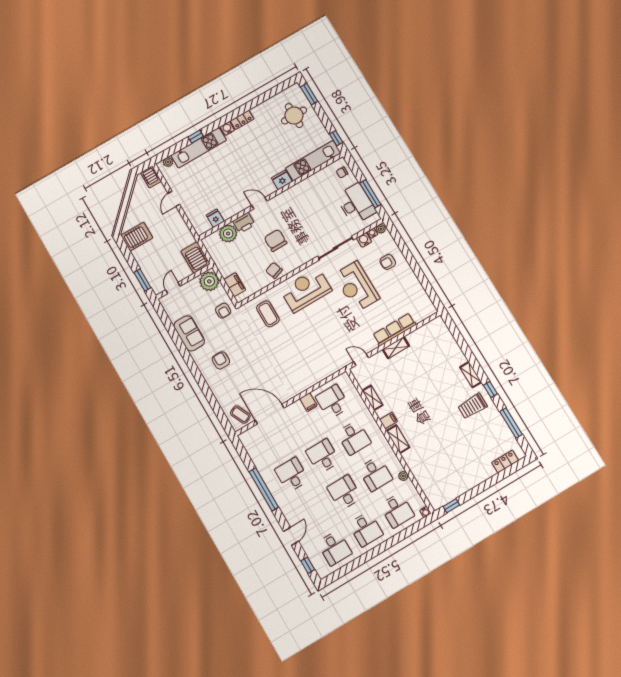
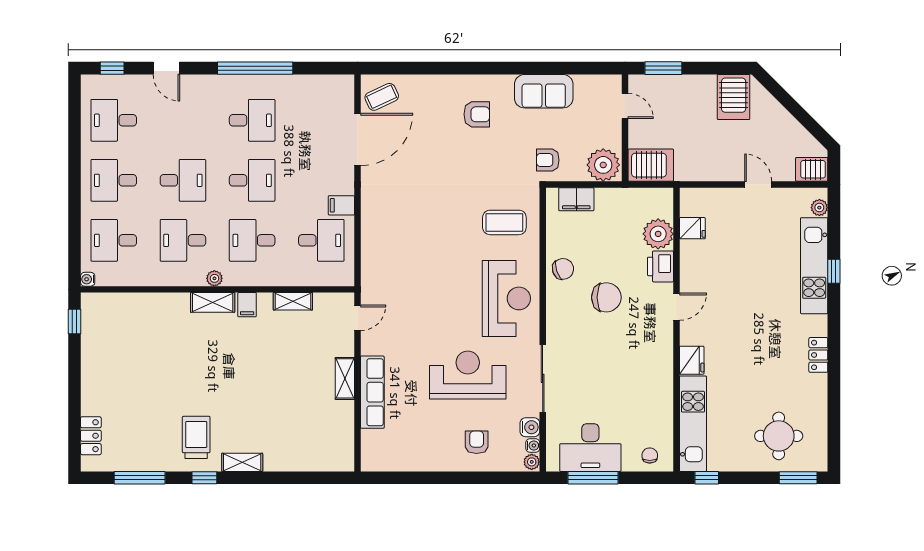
water cooler: (227, 128) -> (818, 325), removed
plant: (403, 476) -> (214, 278), moved

